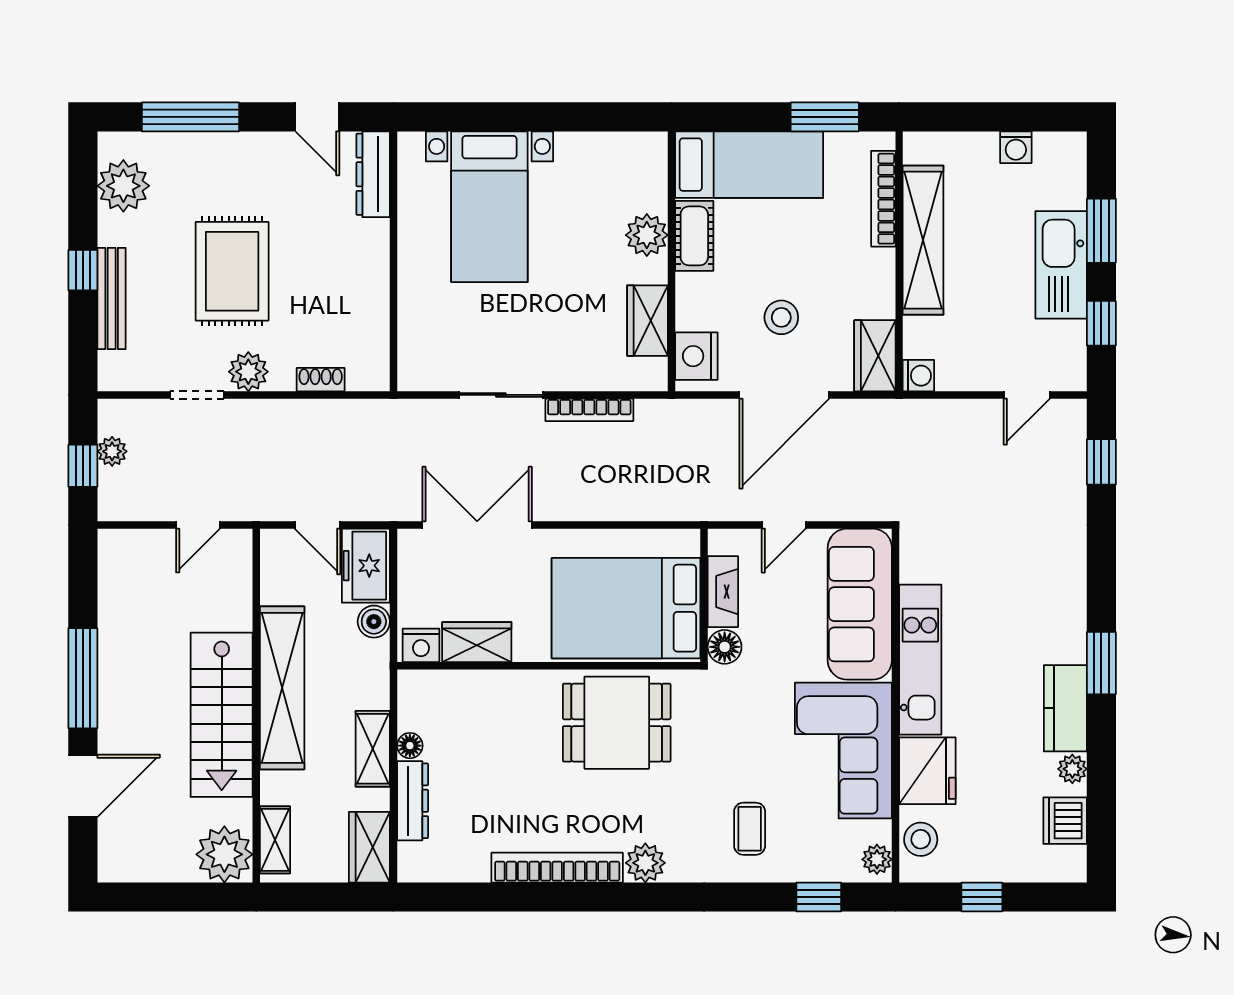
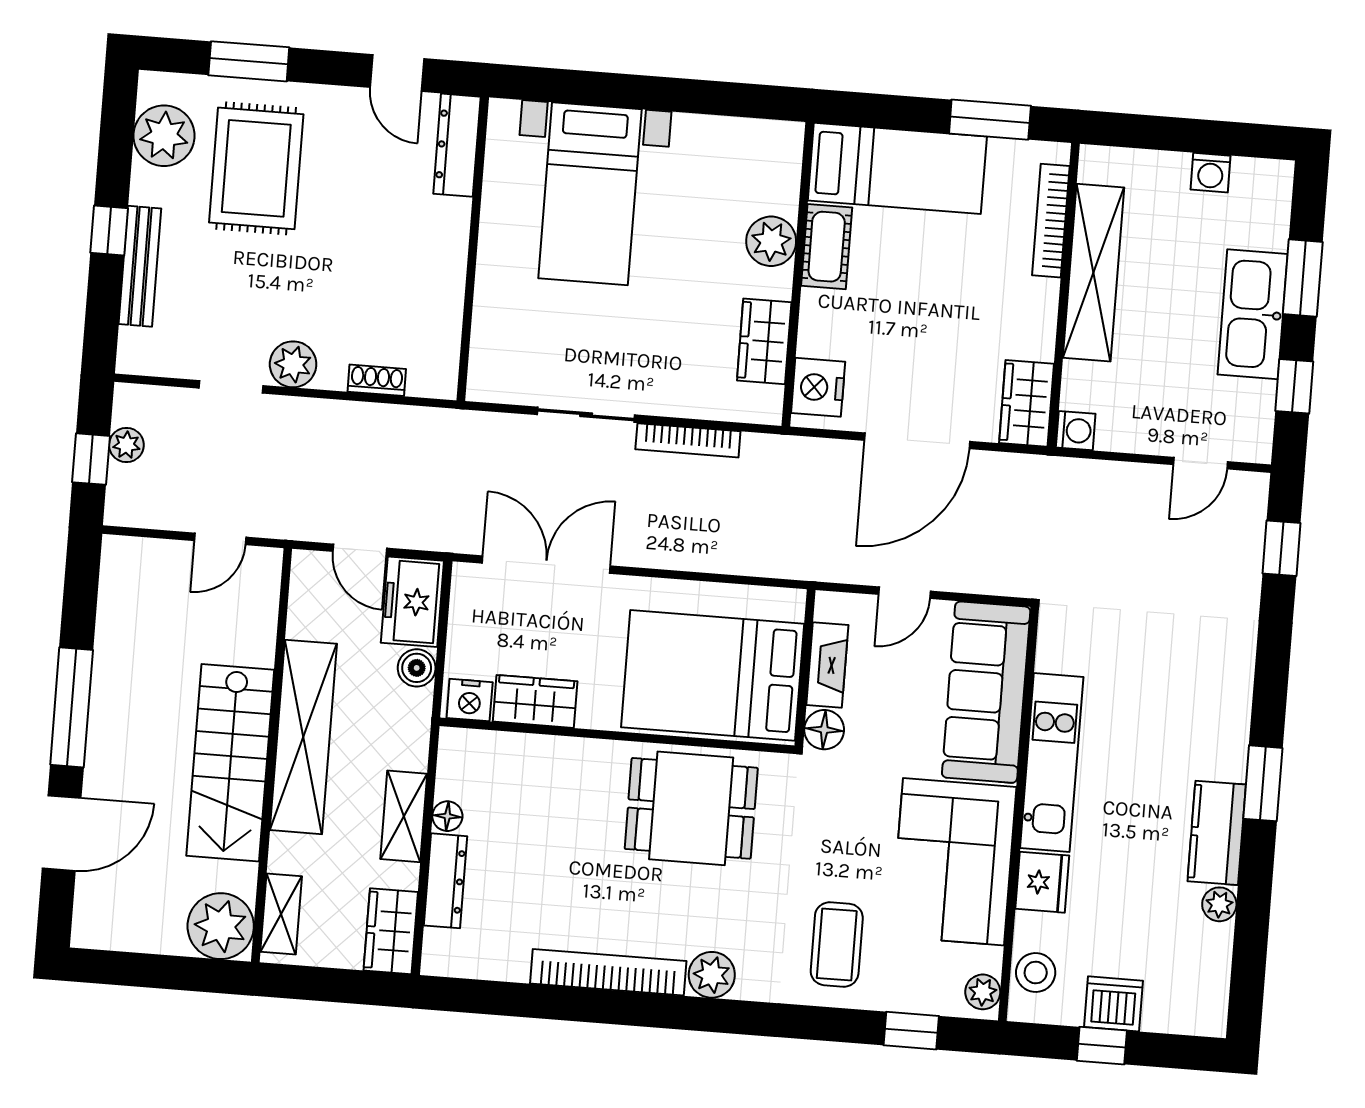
window: (190, 117) -> (249, 61), width x0.69
rug: (232, 271) -> (256, 168), moved
stool: (781, 317) -> (921, 350), removed
fridge: (927, 771) -> (1042, 882), width x0.73, depth x0.75
dishwasher: (1065, 821) -> (1114, 1004), moved, turned 90
coffee table: (750, 829) -> (837, 944), width x1.36, depth x1.30

